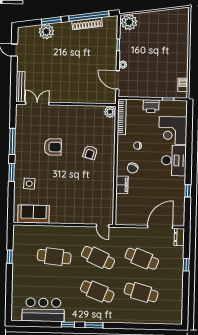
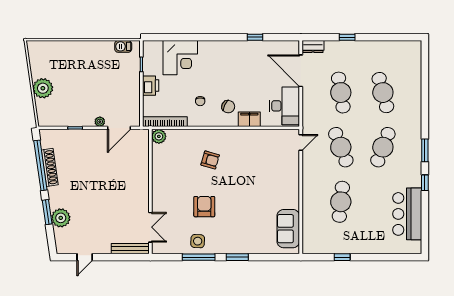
plant: (129, 22) -> (43, 88), moved
double door: (37, 103) -> (150, 227), swing flipped
desk: (174, 160) -> (284, 106), moved, turned 90
side table: (29, 184) -> (198, 241), moved
cafe table: (98, 258) -> (341, 147), turned -45
cafe table: (142, 259) -> (341, 93), turned -30
cafe table: (141, 292) -> (383, 93), turned -30

